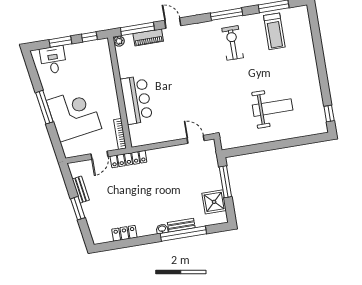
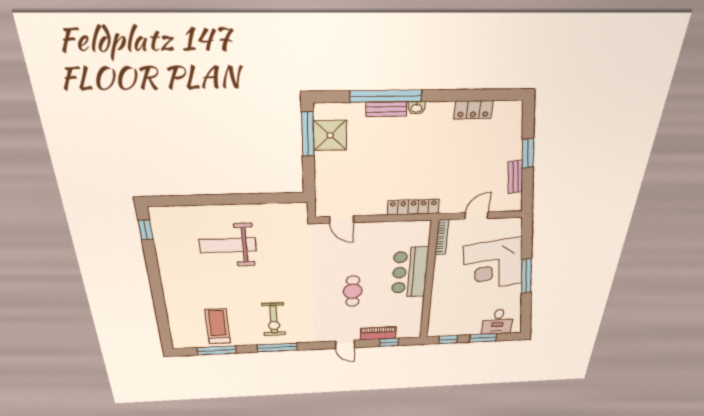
window: (137, 29) -> (389, 342), width x0.46
plant: (119, 41) -> (414, 333), removed
cafe table: (176, 77) -> (353, 291), added
locker: (128, 159) -> (413, 207), moved
window: (225, 182) -> (308, 134), moved

